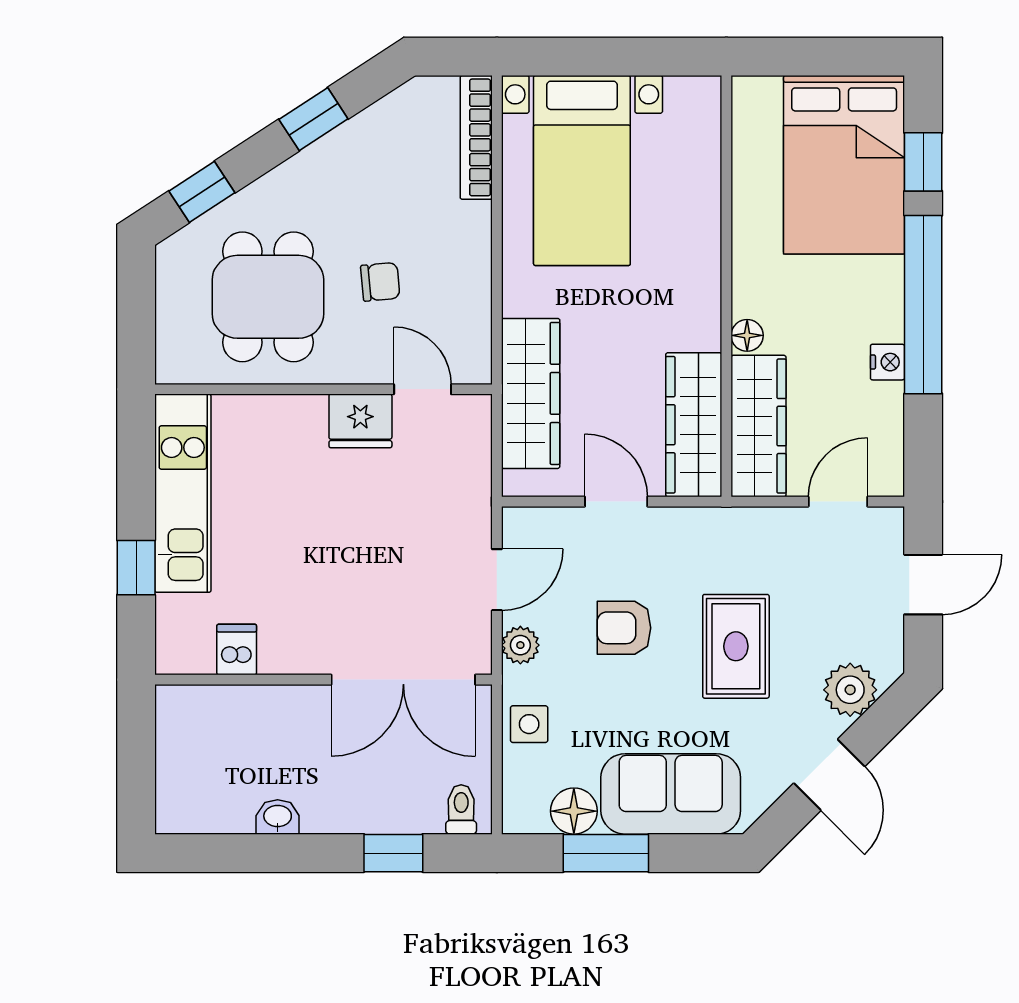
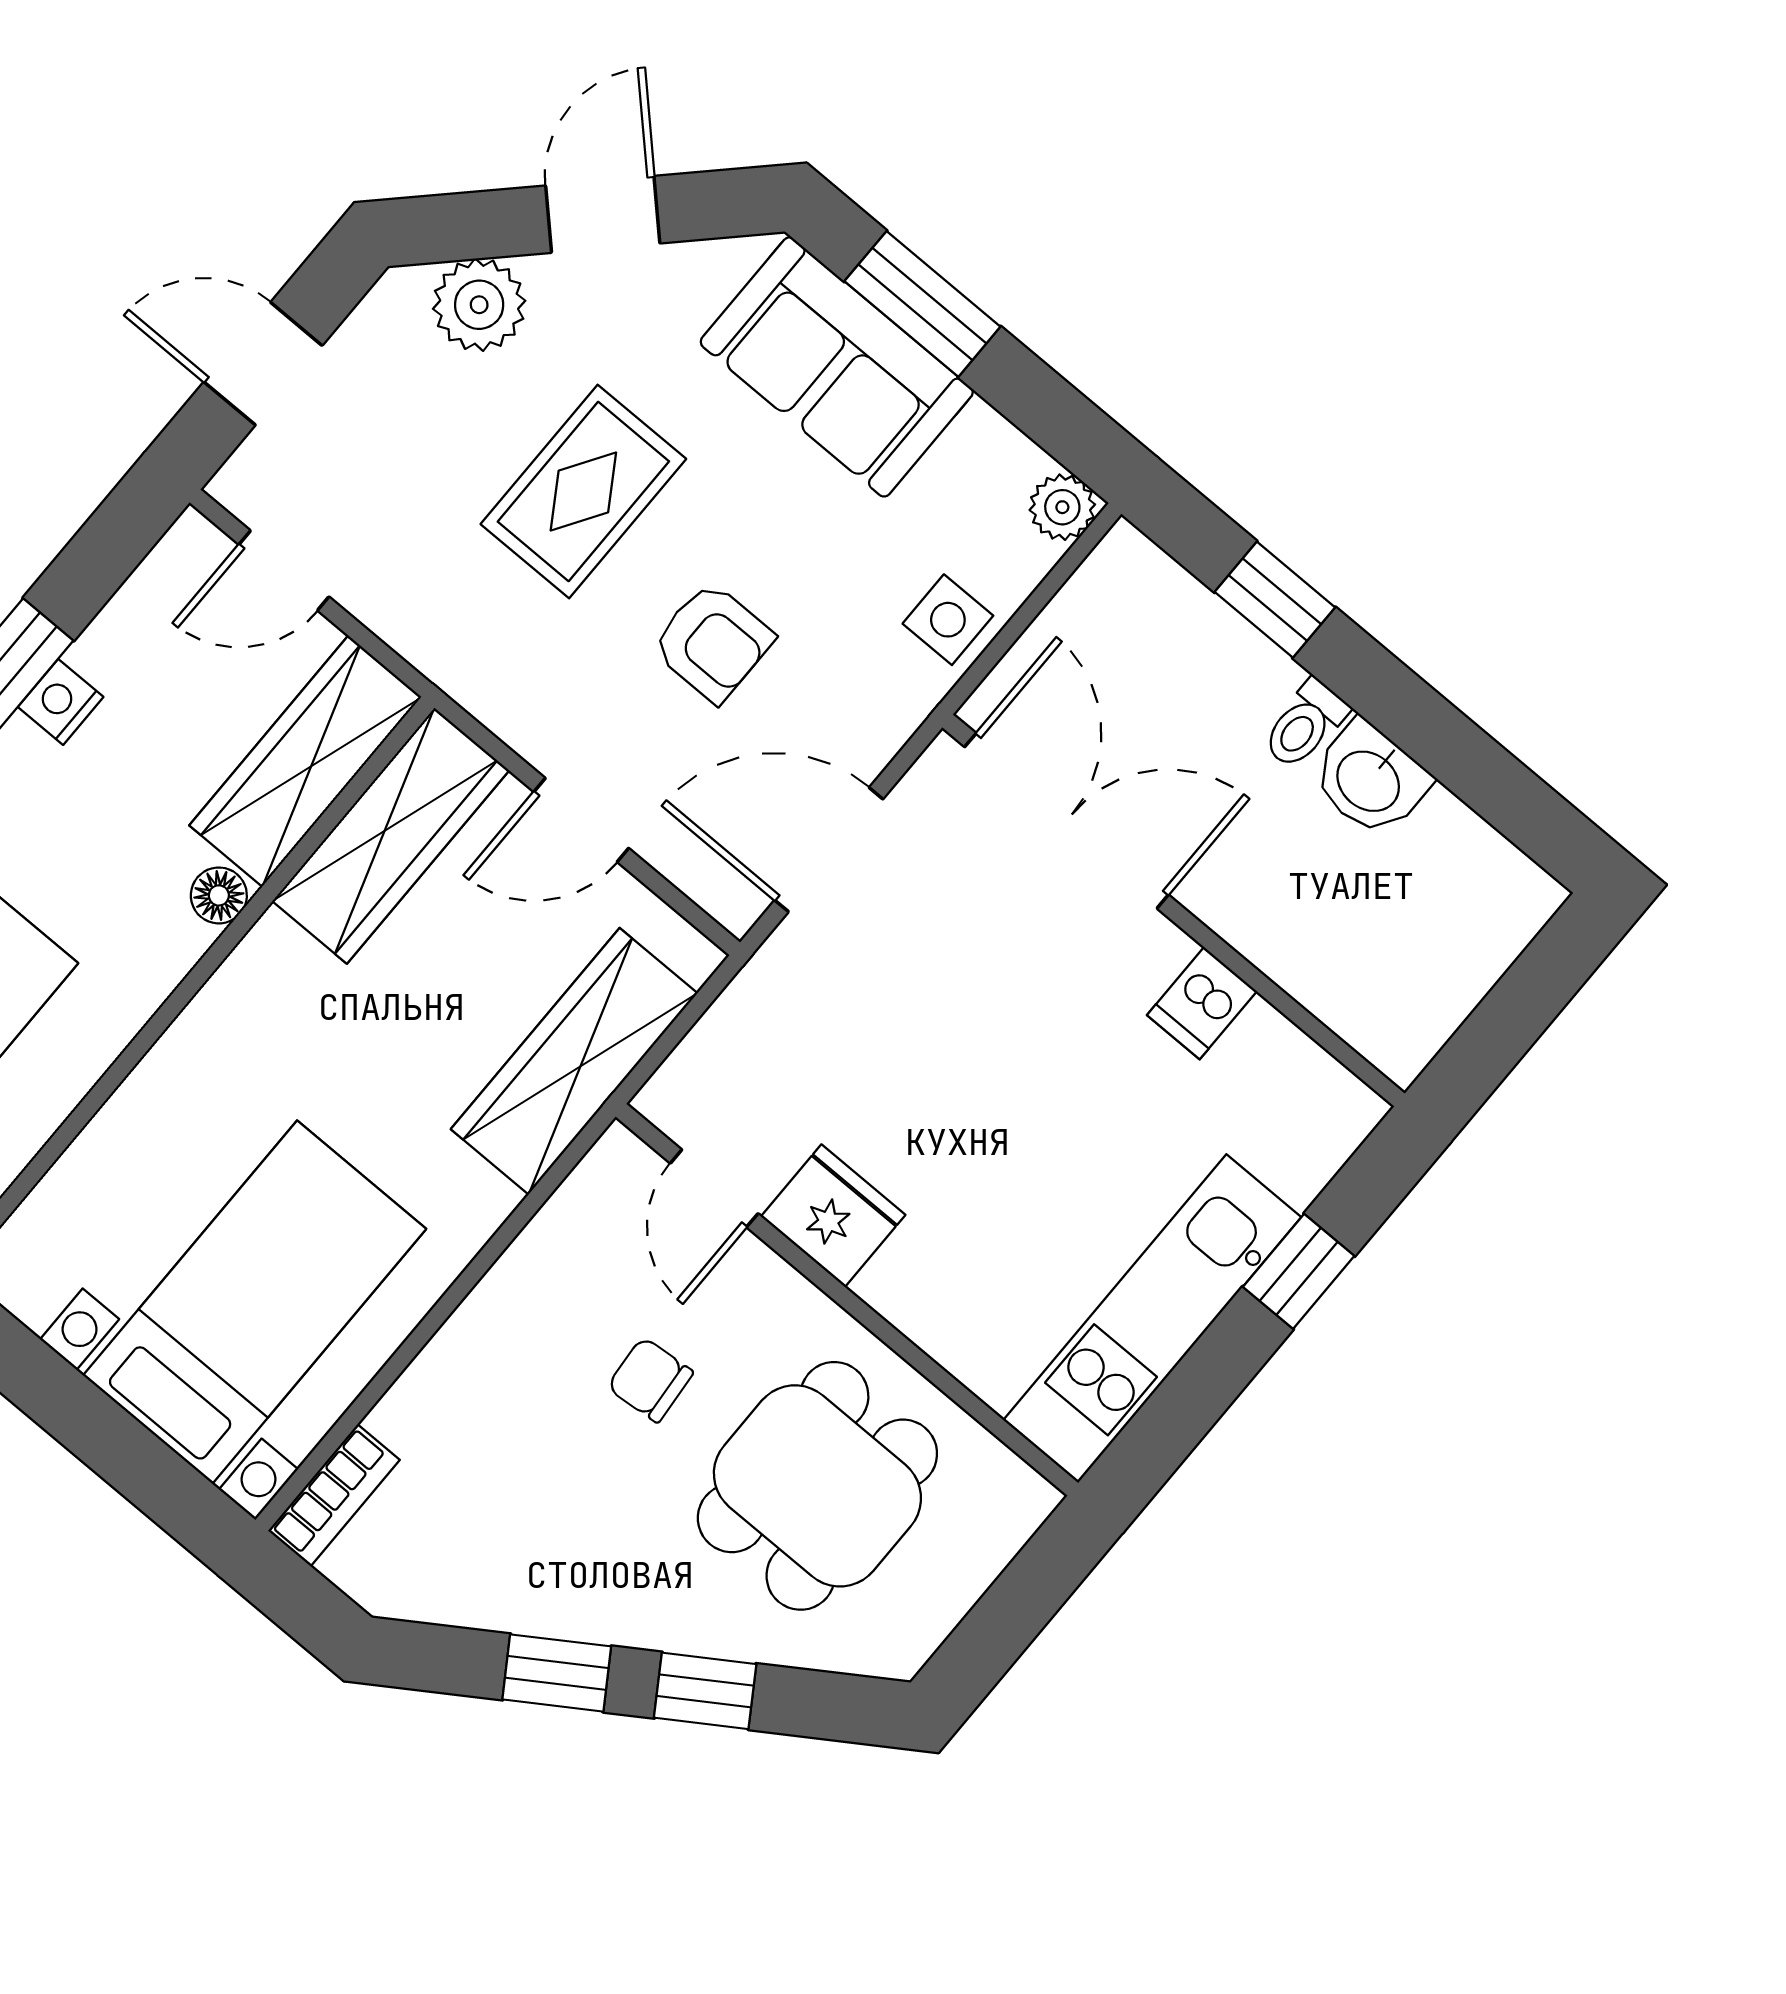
bookcase: (476, 137) -> (334, 1495), width x0.64
window: (202, 192) -> (705, 1691), moved
door: (616, 502) -> (581, 820), hinge flipped
door: (497, 580) -> (829, 850), width x1.38
plant: (520, 645) -> (1062, 507), moved
dishwasher: (237, 650) -> (1202, 1003), moved
toilet: (461, 809) -> (1305, 724), moved
floor lamp: (574, 811) -> (986, 453), removed
washbasin: (278, 817) -> (1370, 779), width x1.38, depth x1.45
window: (606, 853) -> (922, 304), moved

